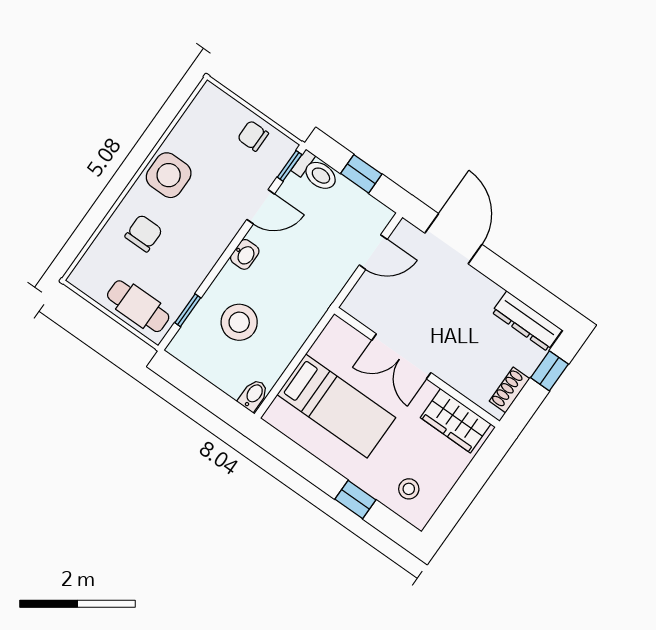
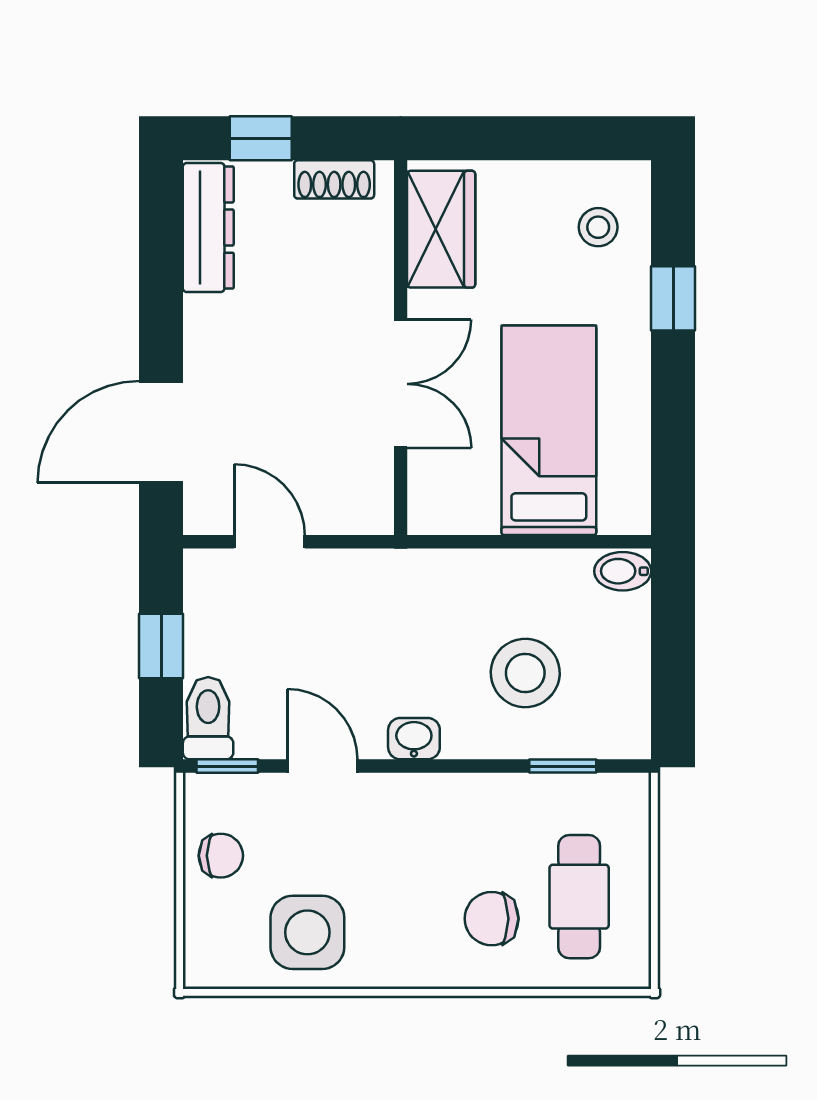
chair: (253, 136) -> (221, 856), turned -90
side table: (169, 175) -> (307, 932), moved
cafe table: (138, 306) -> (579, 897), moved

